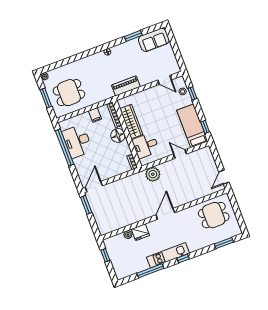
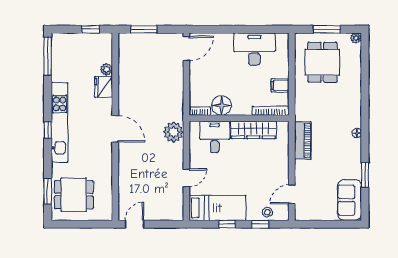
window: (205, 127) -> (227, 224), moved
floor lamp: (118, 135) -> (222, 105), moved
window: (64, 147) -> (252, 29), removed
door: (224, 177) -> (135, 224), hinge flipped
door: (94, 187) -> (186, 48), hinge flipped
window: (86, 205) -> (144, 29), moved
dining table: (214, 215) -> (74, 195), moved, turned 90
kitchen unit: (168, 255) -> (60, 122), width x1.36
window: (150, 271) -> (48, 56), moved

